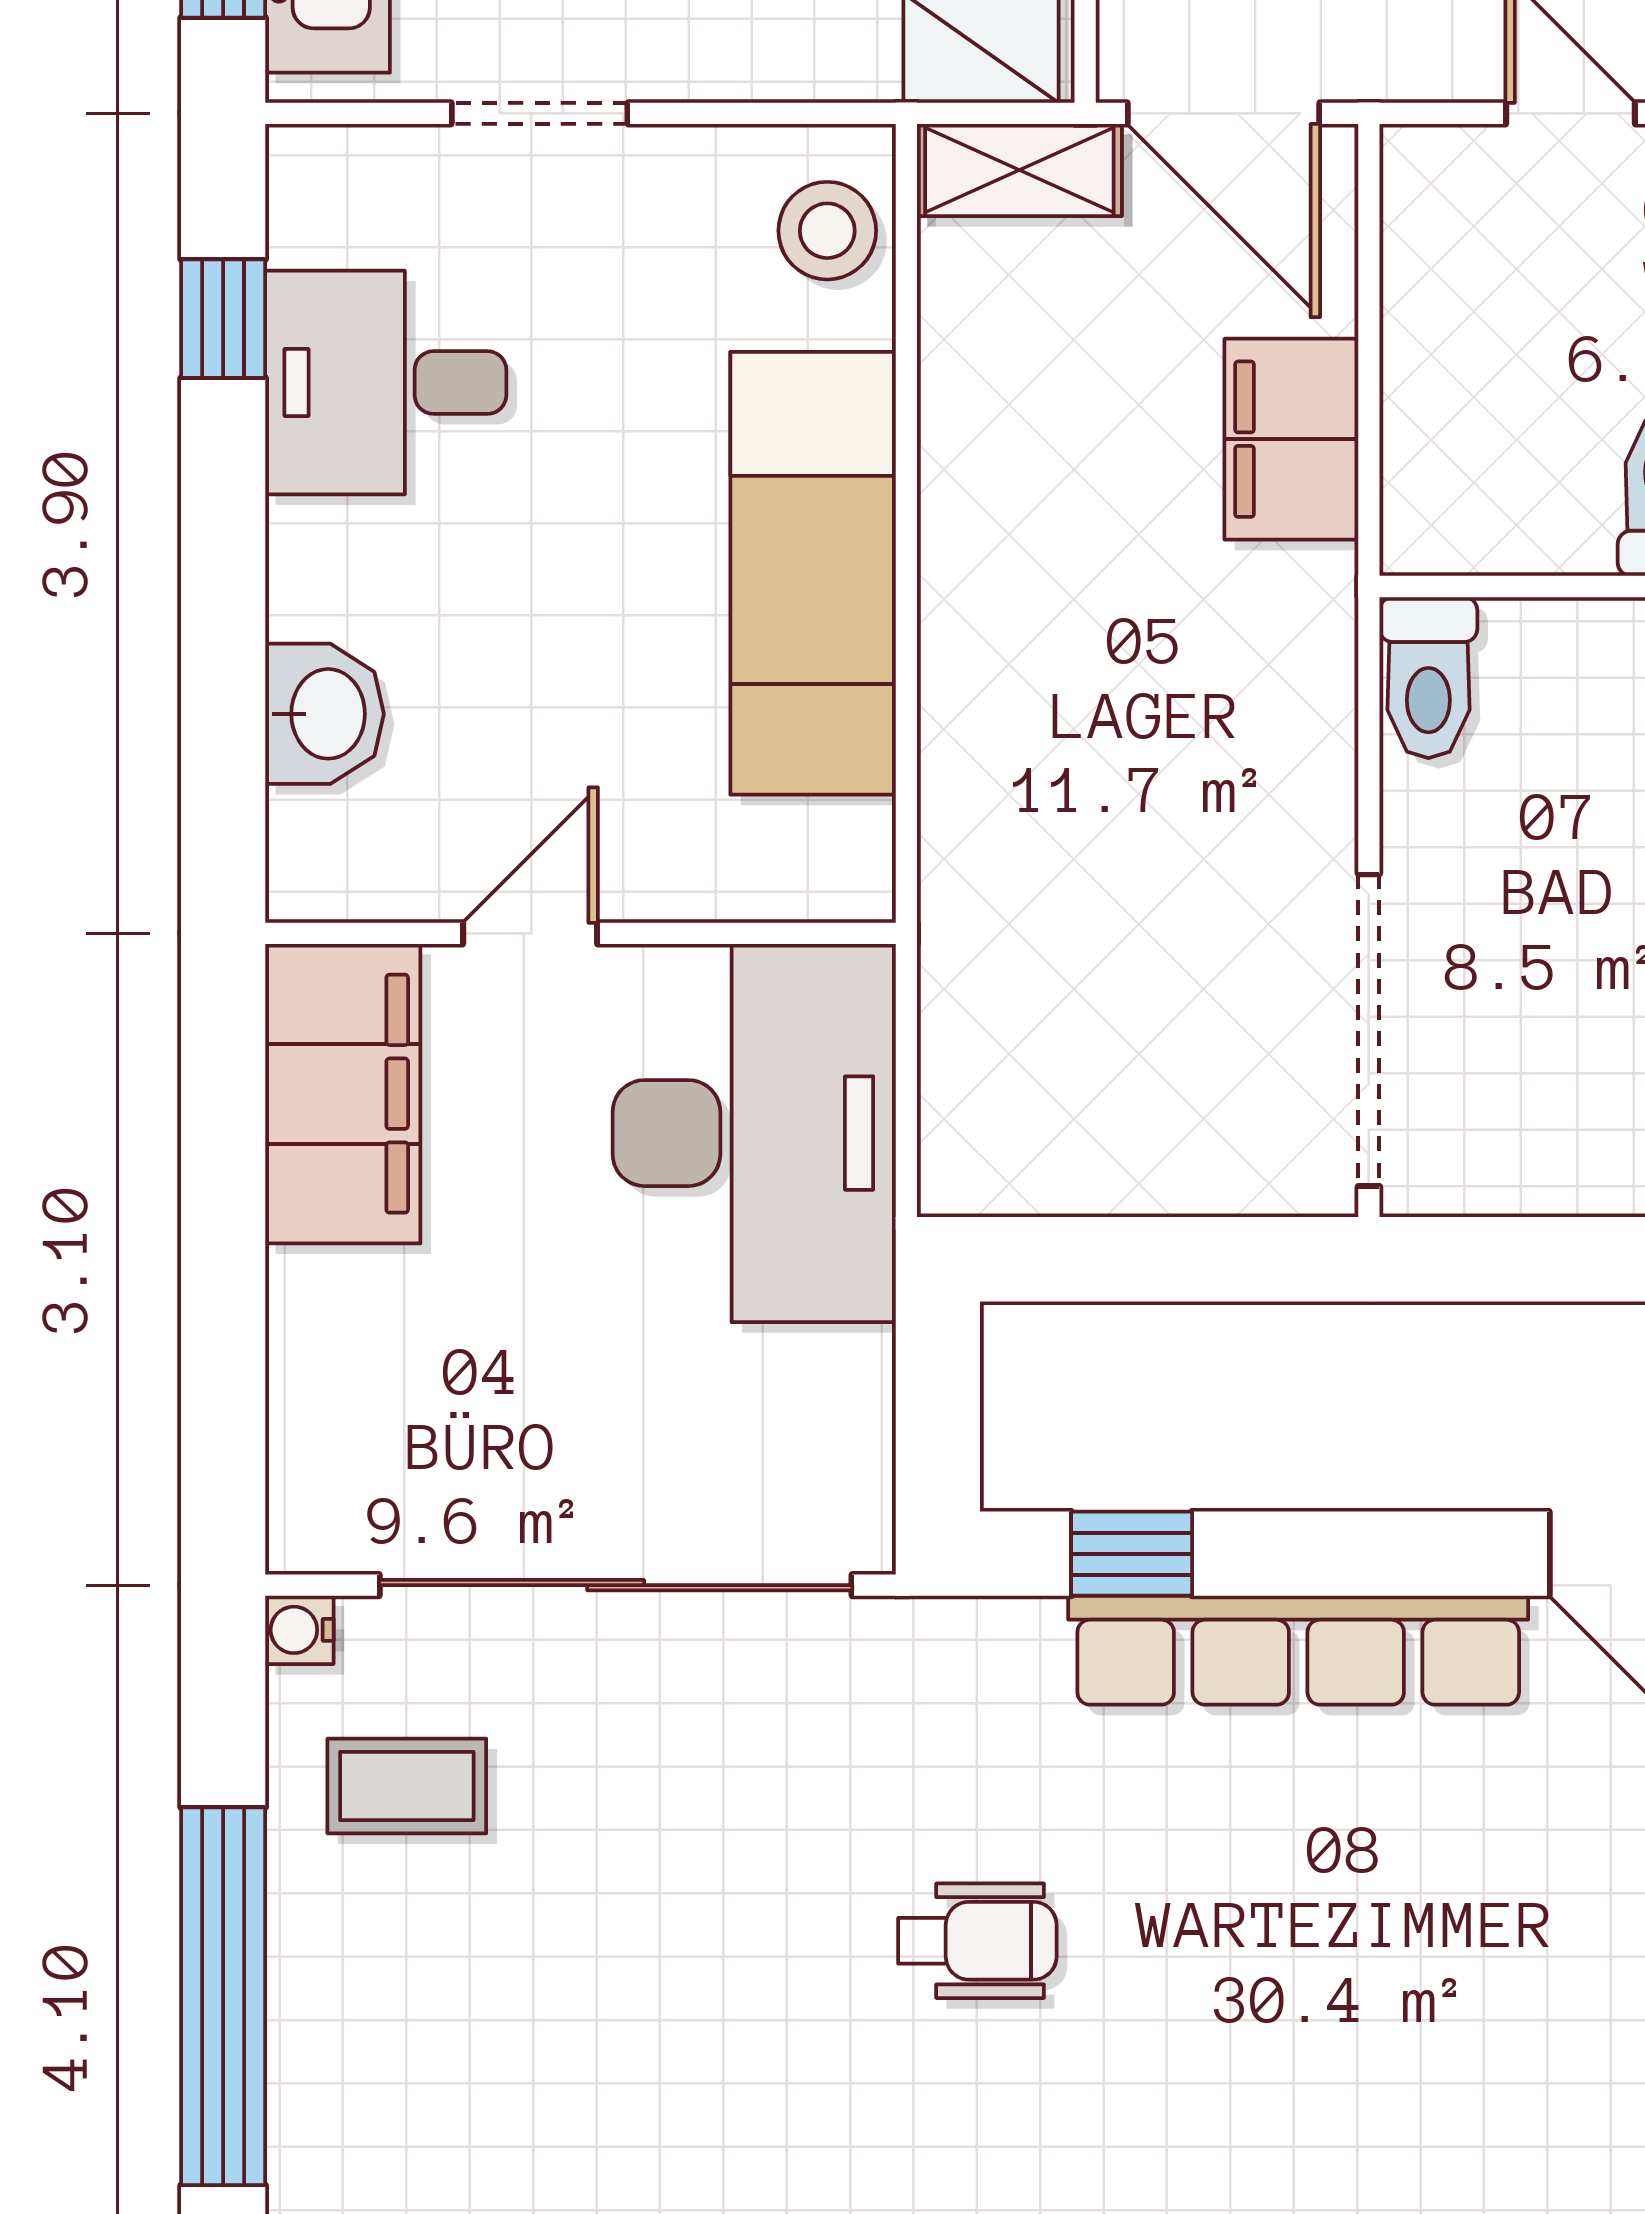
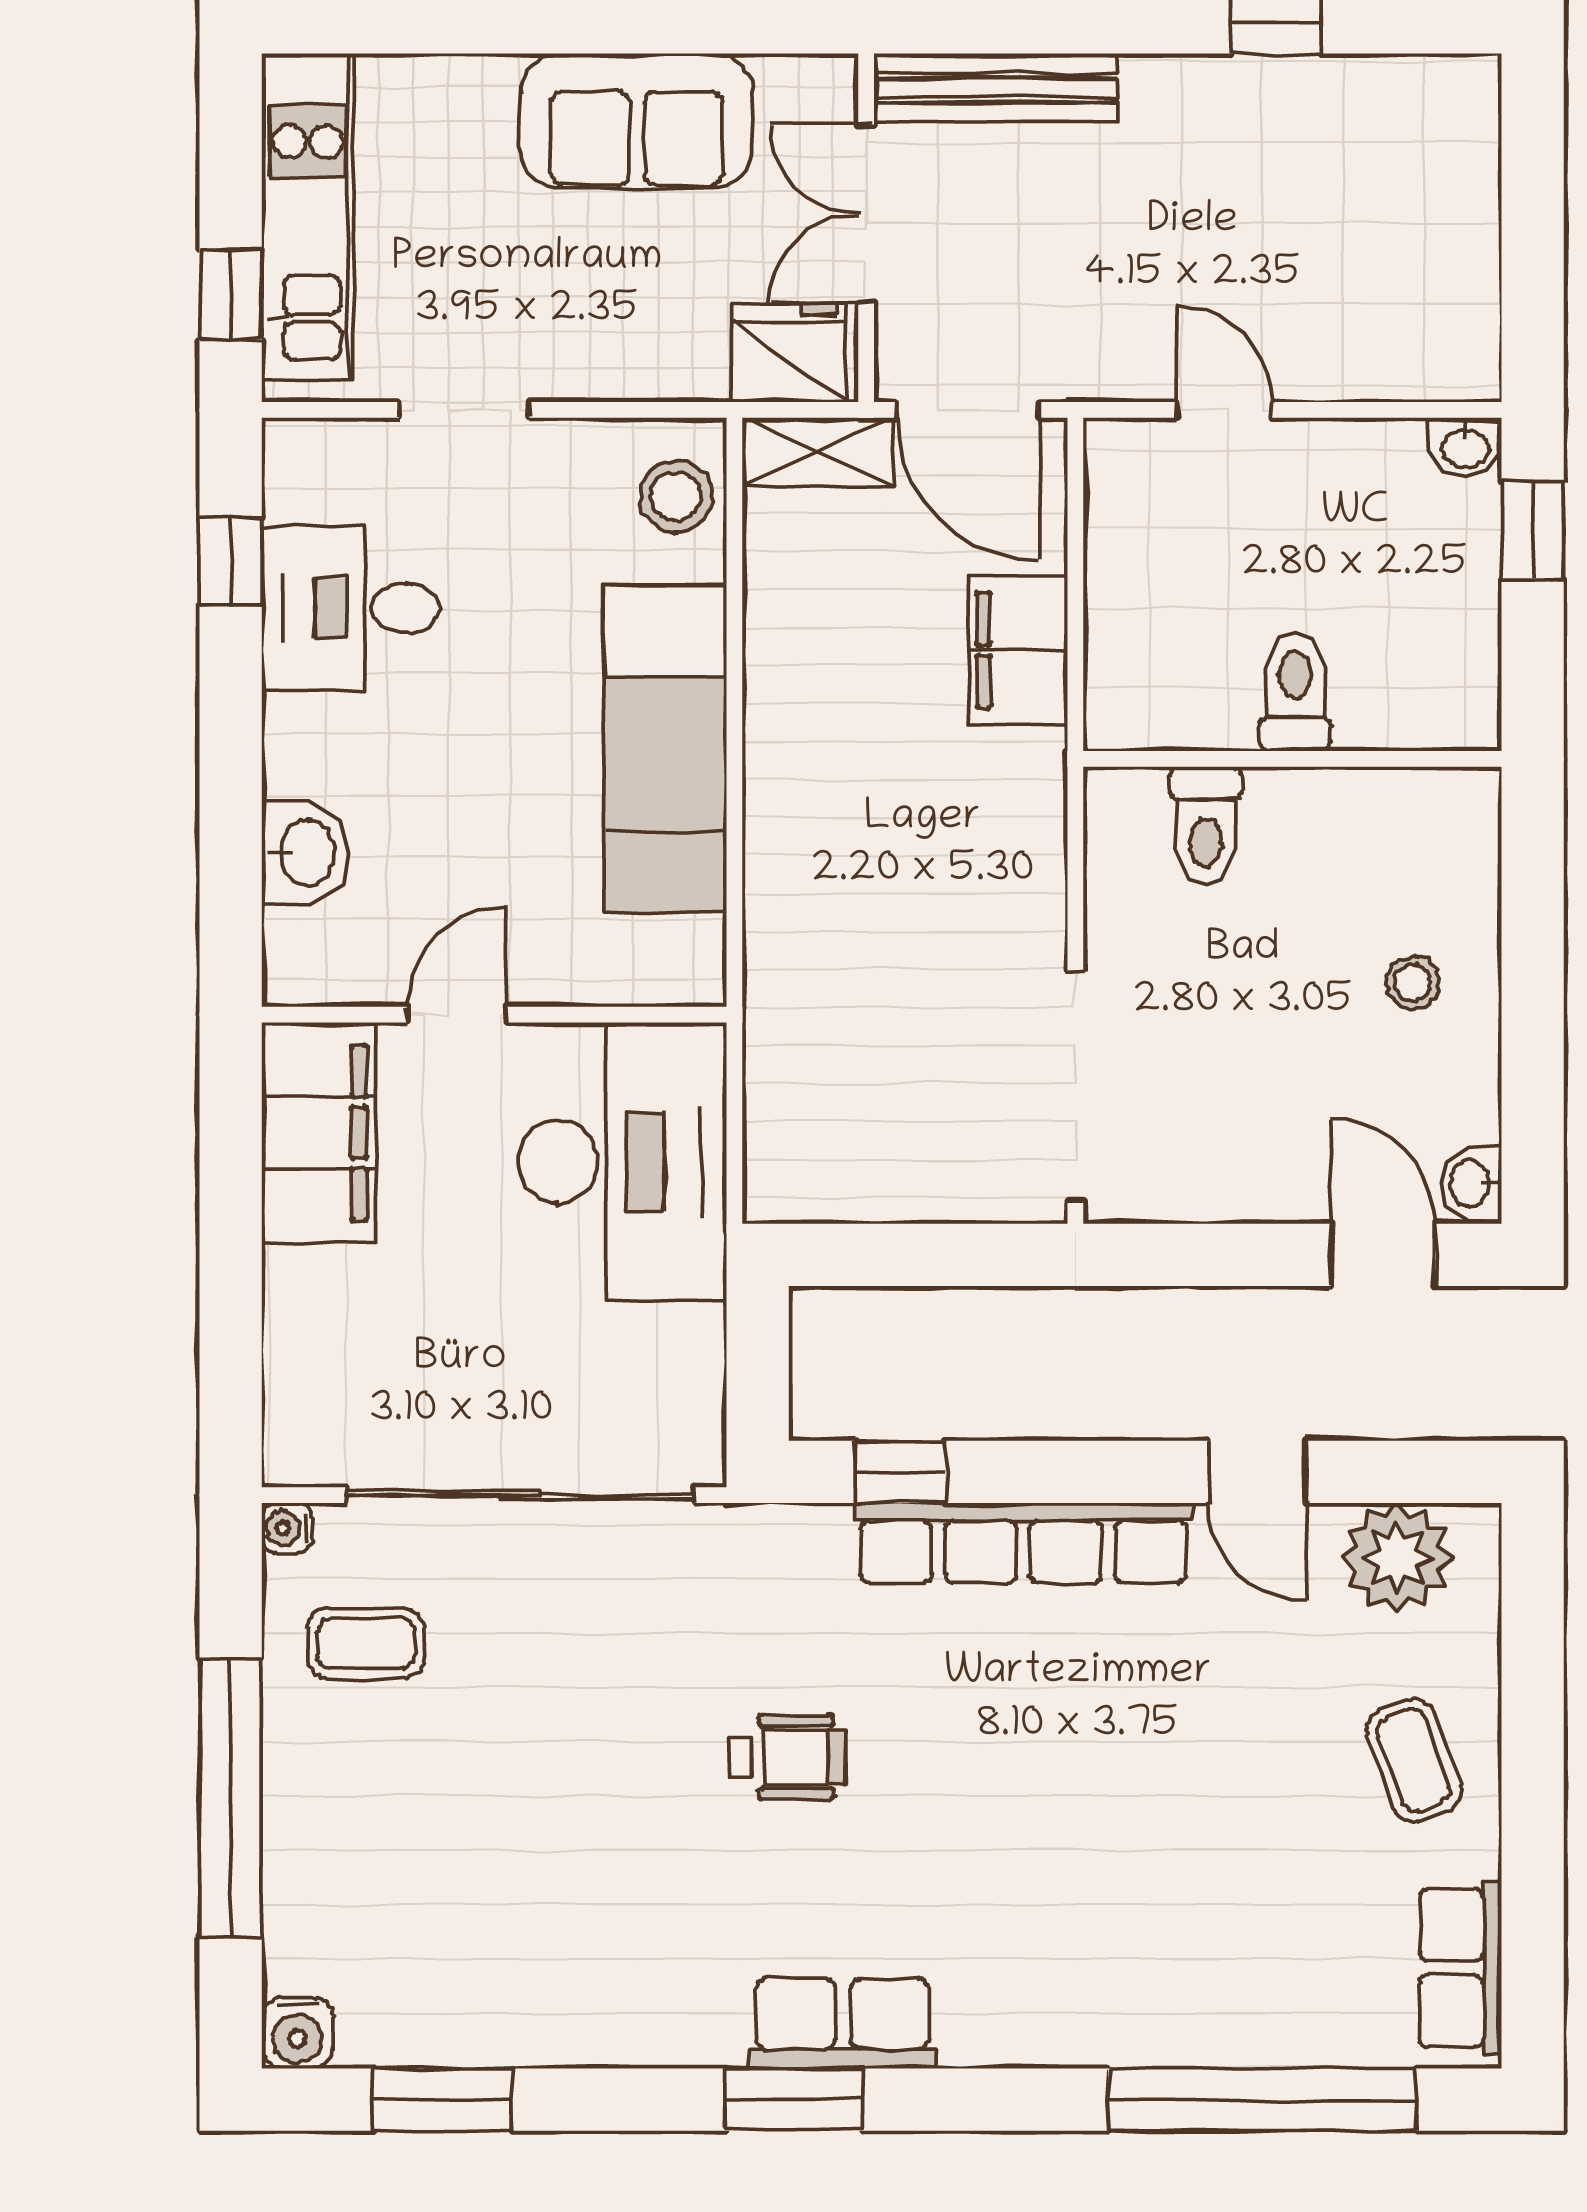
toilet: (1428, 678) -> (1206, 826), moved

